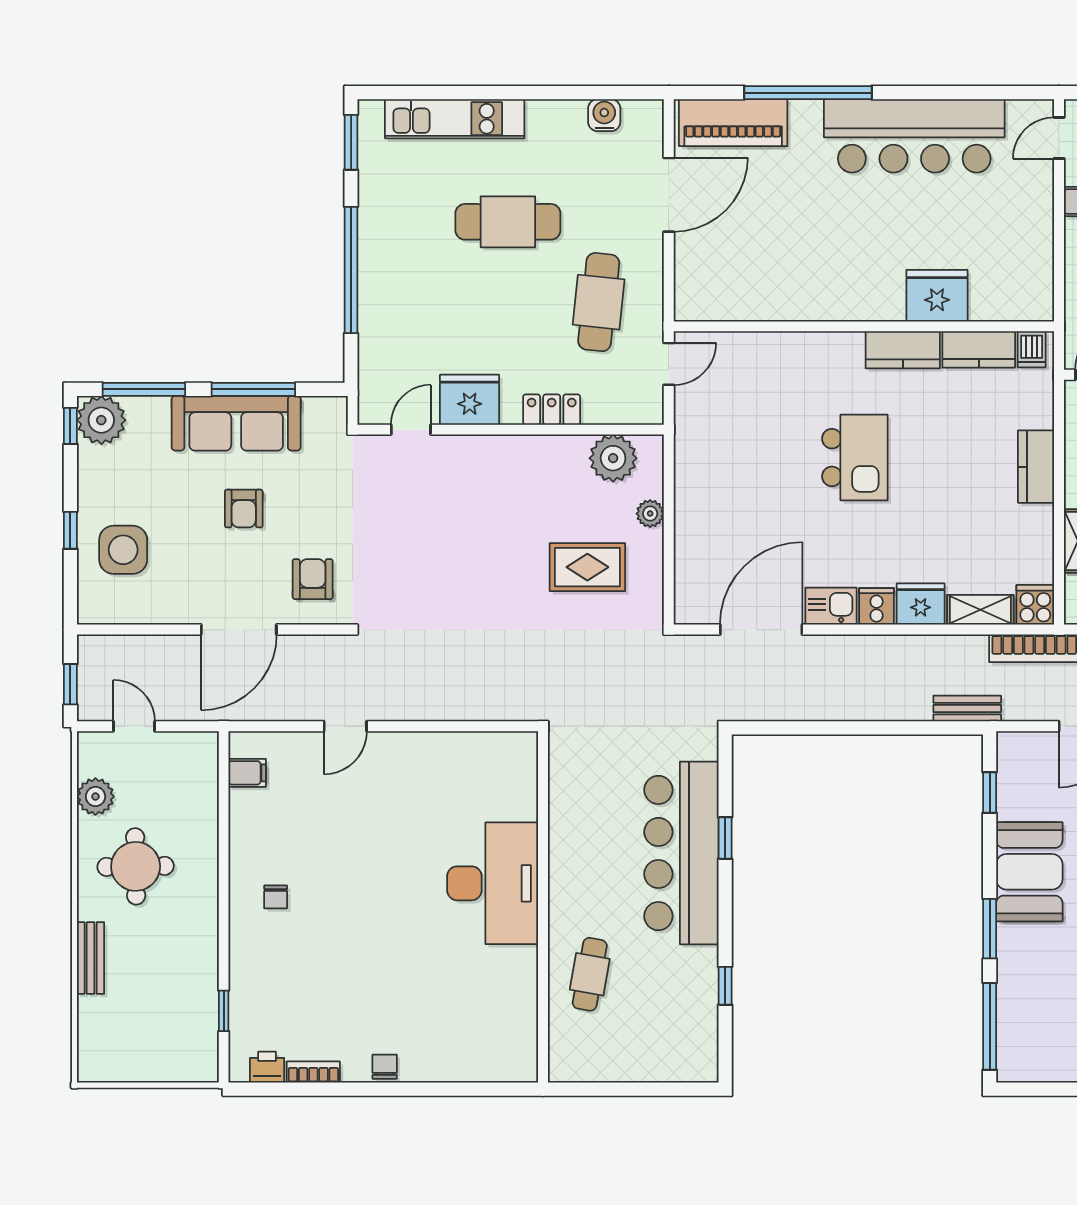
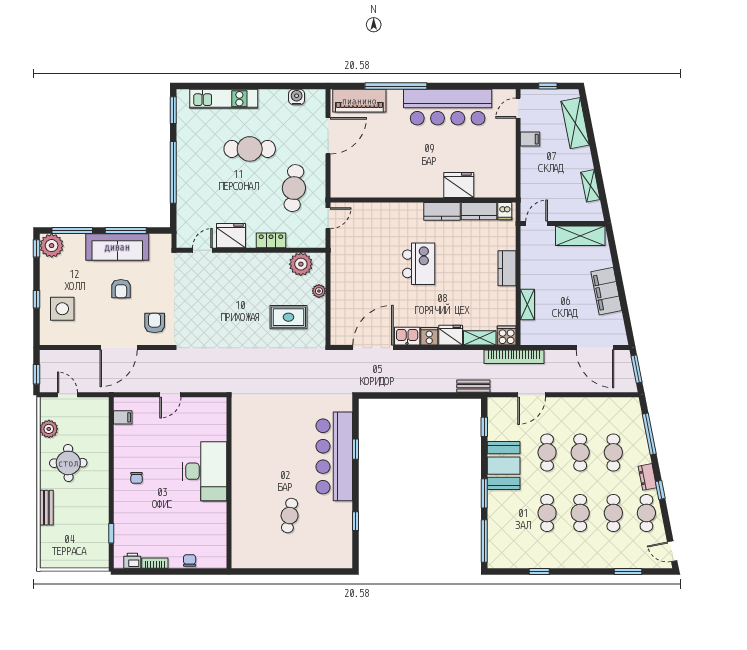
desk: (493, 883) -> (205, 471), moved
wall: (543, 907) -> (229, 483), moved

